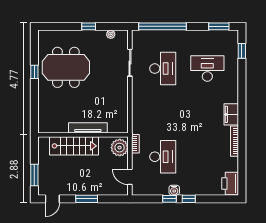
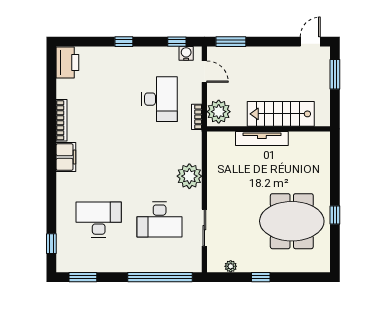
desk: (163, 69) -> (160, 220), turned -90
desk: (207, 69) -> (99, 220), turned 180
plant: (141, 100) -> (189, 176), added
desk: (163, 157) -> (160, 99), turned 180
water cooler: (174, 190) -> (186, 53), moved
window: (87, 199) -> (231, 42), moved
window: (169, 199) -> (177, 42), moved

